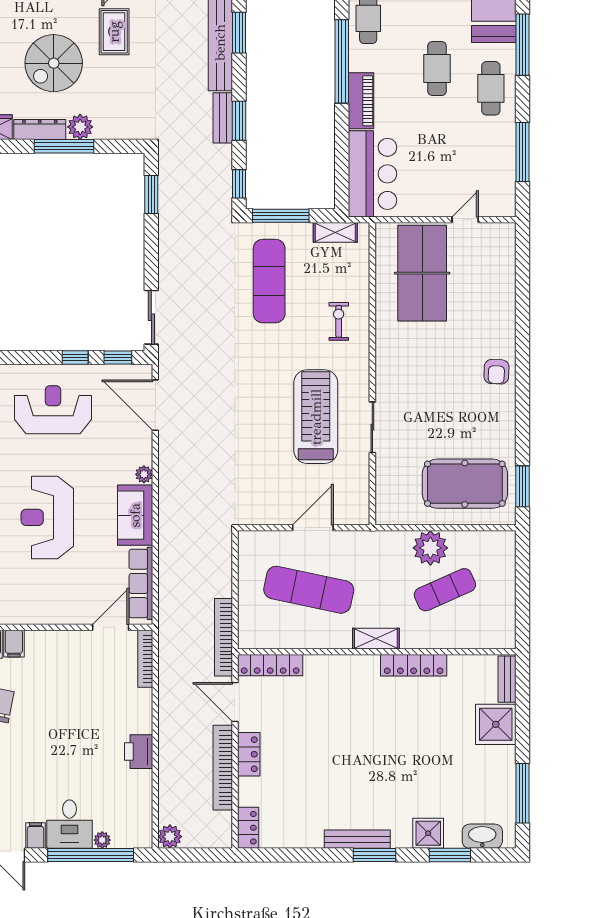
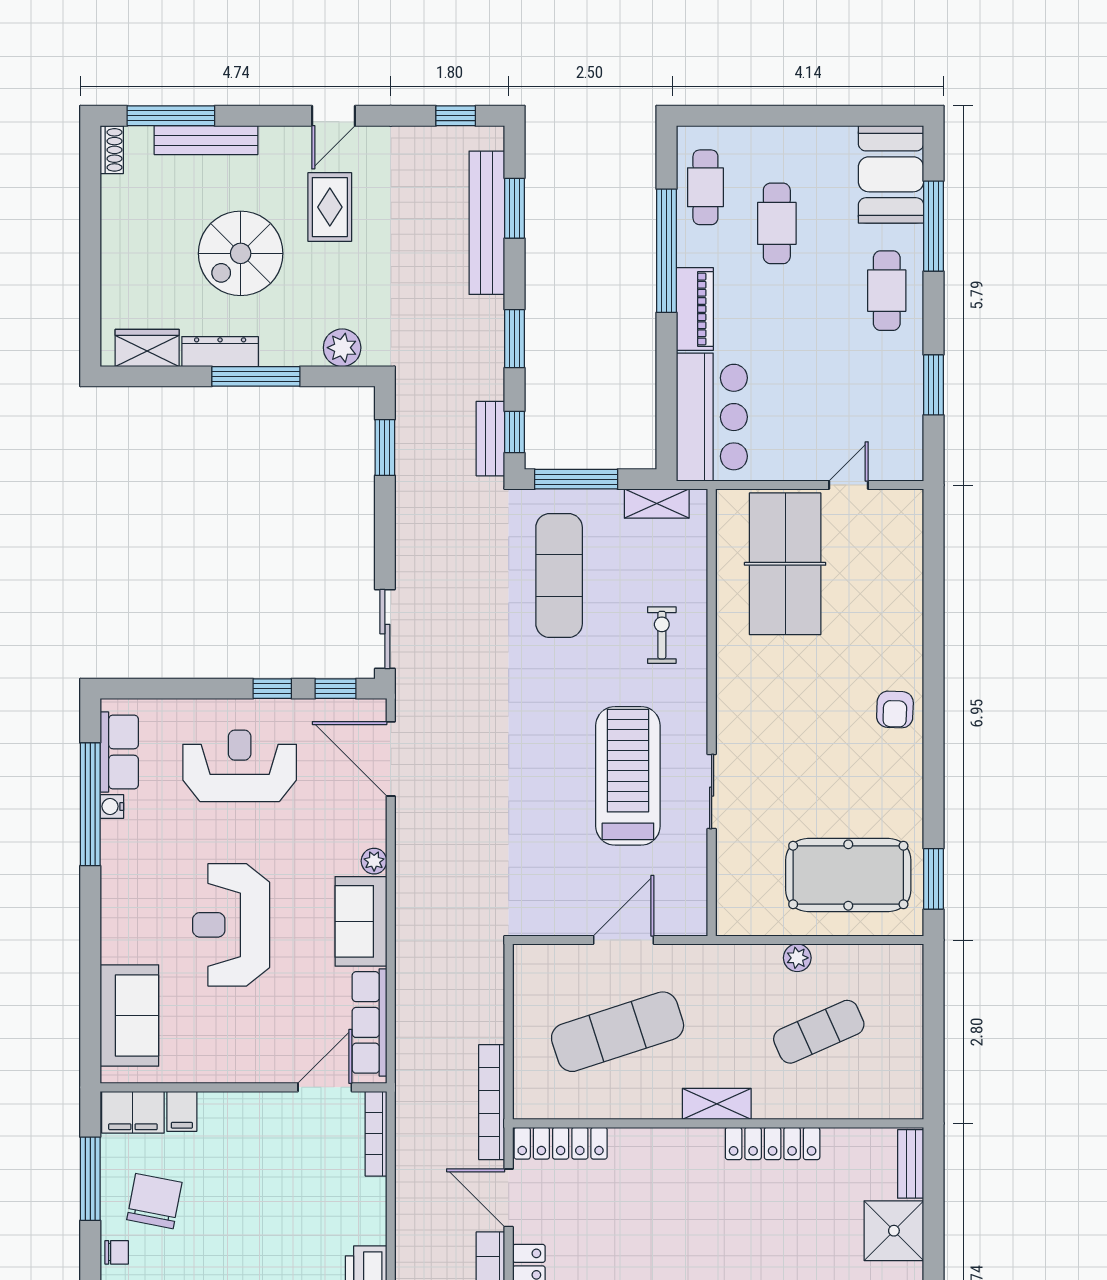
cafe table: (437, 68) -> (777, 223), moved
bench: (223, 118) -> (490, 439), moved
plant: (80, 127) -> (342, 348), moved
window: (523, 152) -> (934, 385), width x0.69
plant: (430, 548) -> (797, 958), width x0.53, depth x0.53
exercise mat: (309, 590) -> (618, 1032), turned -30

